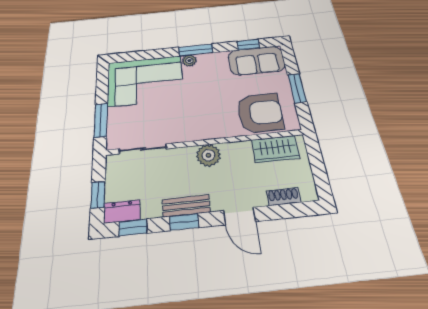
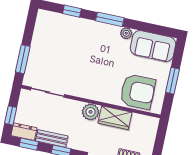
window: (248, 45) -> (72, 11), moved
plant: (189, 61) -> (126, 33), moved
corner sofa: (145, 81) -> (63, 35), removed
wardrobe: (275, 149) -> (115, 118), moved
bench: (186, 206) -> (52, 138), moved

